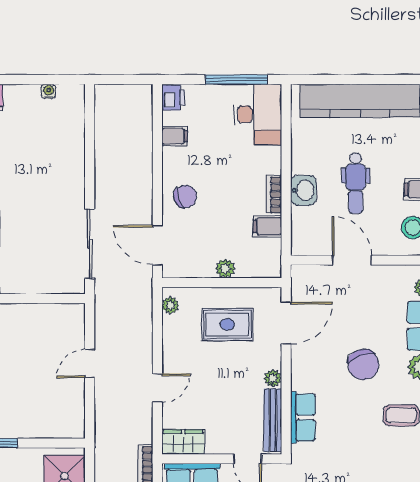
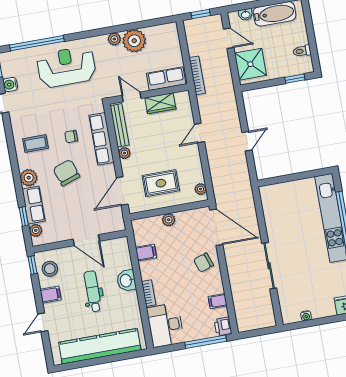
window: (236, 80) -> (206, 342), moved
bookcase: (274, 195) -> (149, 293), moved
sliding door: (90, 244) -> (269, 266), moved
door: (157, 245) -> (216, 227), width x1.36
chair: (347, 416) -> (71, 137), added
row of seats: (303, 417) -> (101, 139), width x1.48
wardrobe: (183, 442) -> (160, 103), moved

